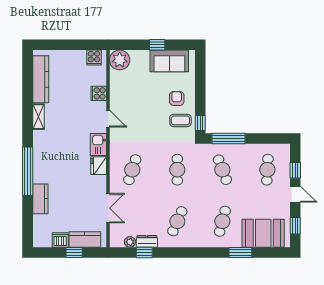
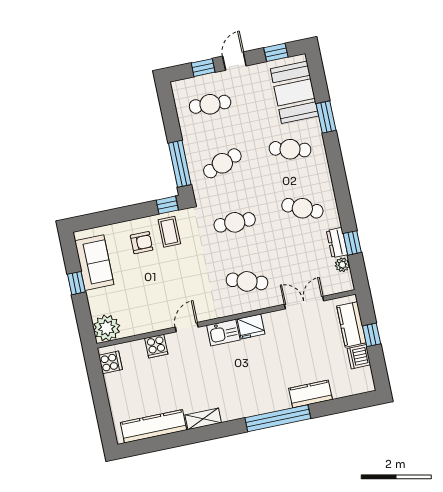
armchair: (177, 99) -> (142, 243), turned 180

